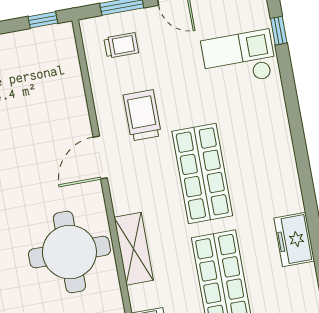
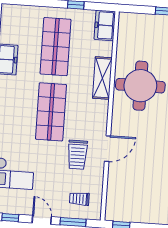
door: (100, 158) -> (107, 149), moved

